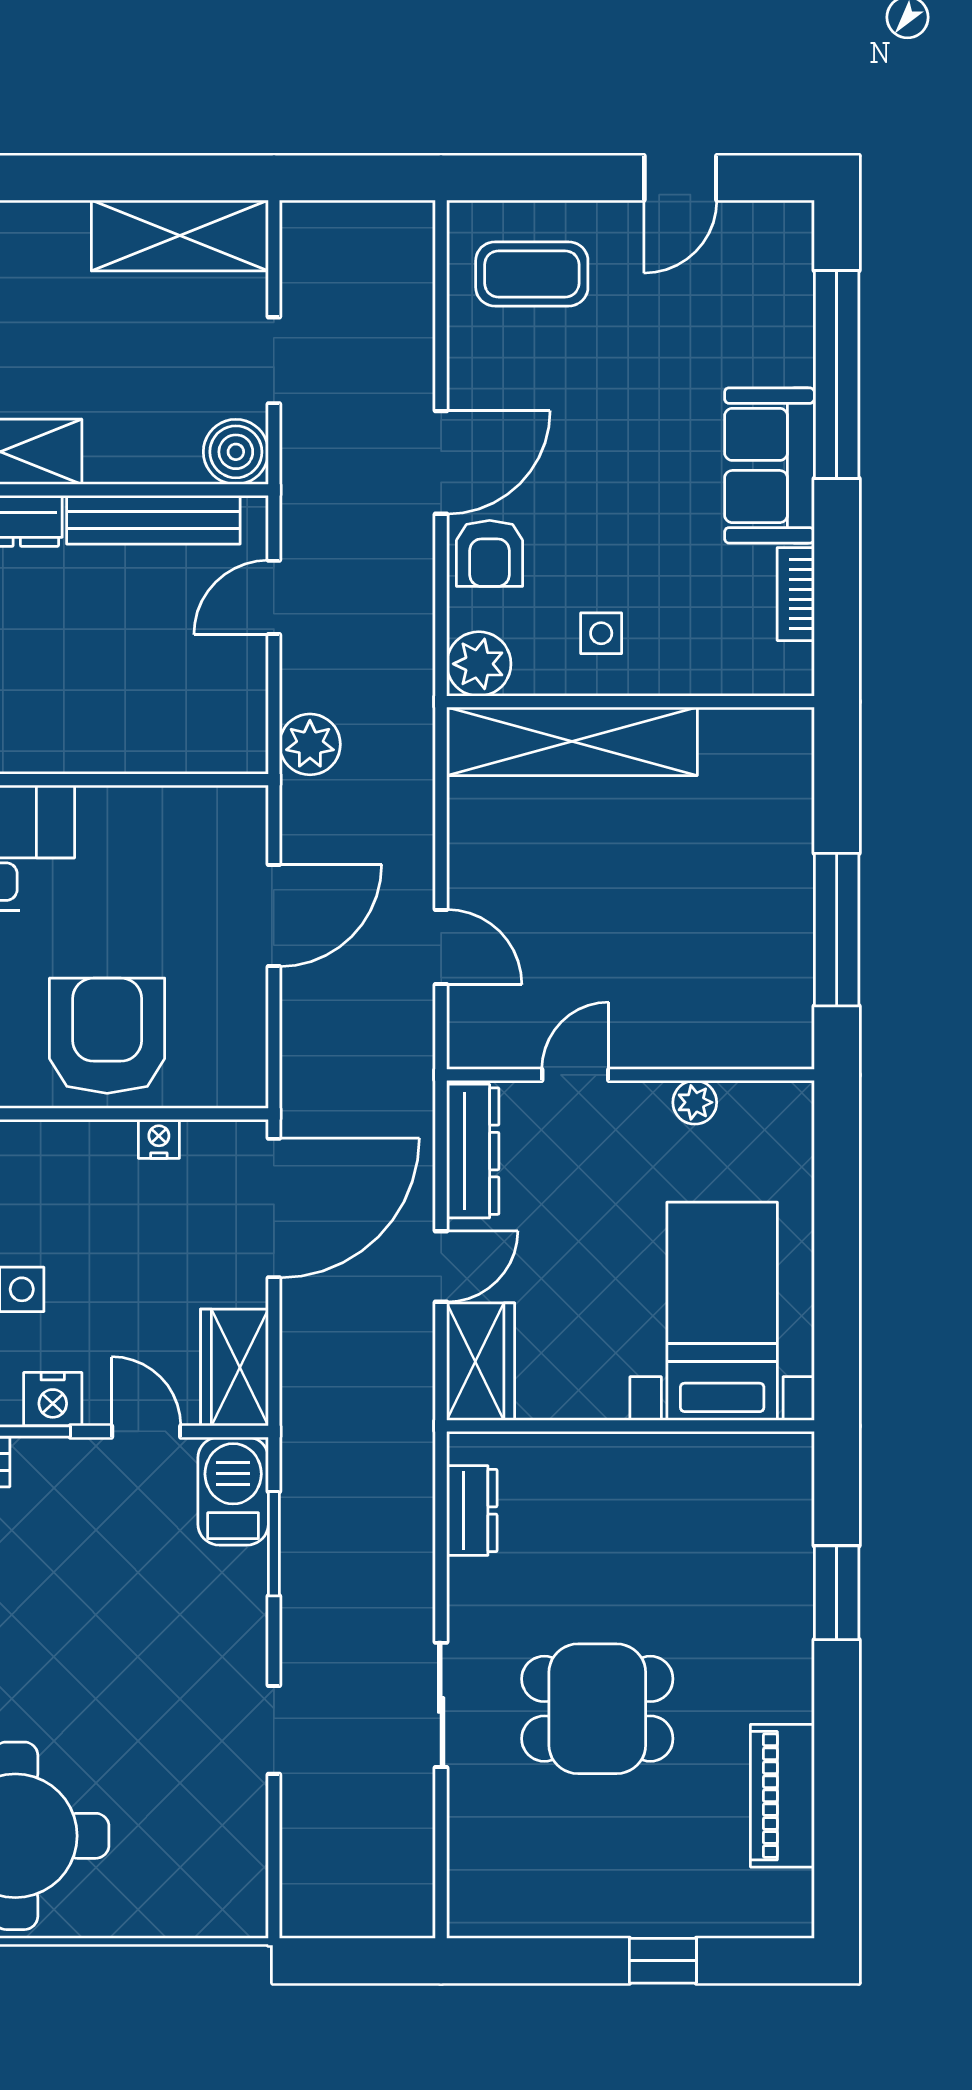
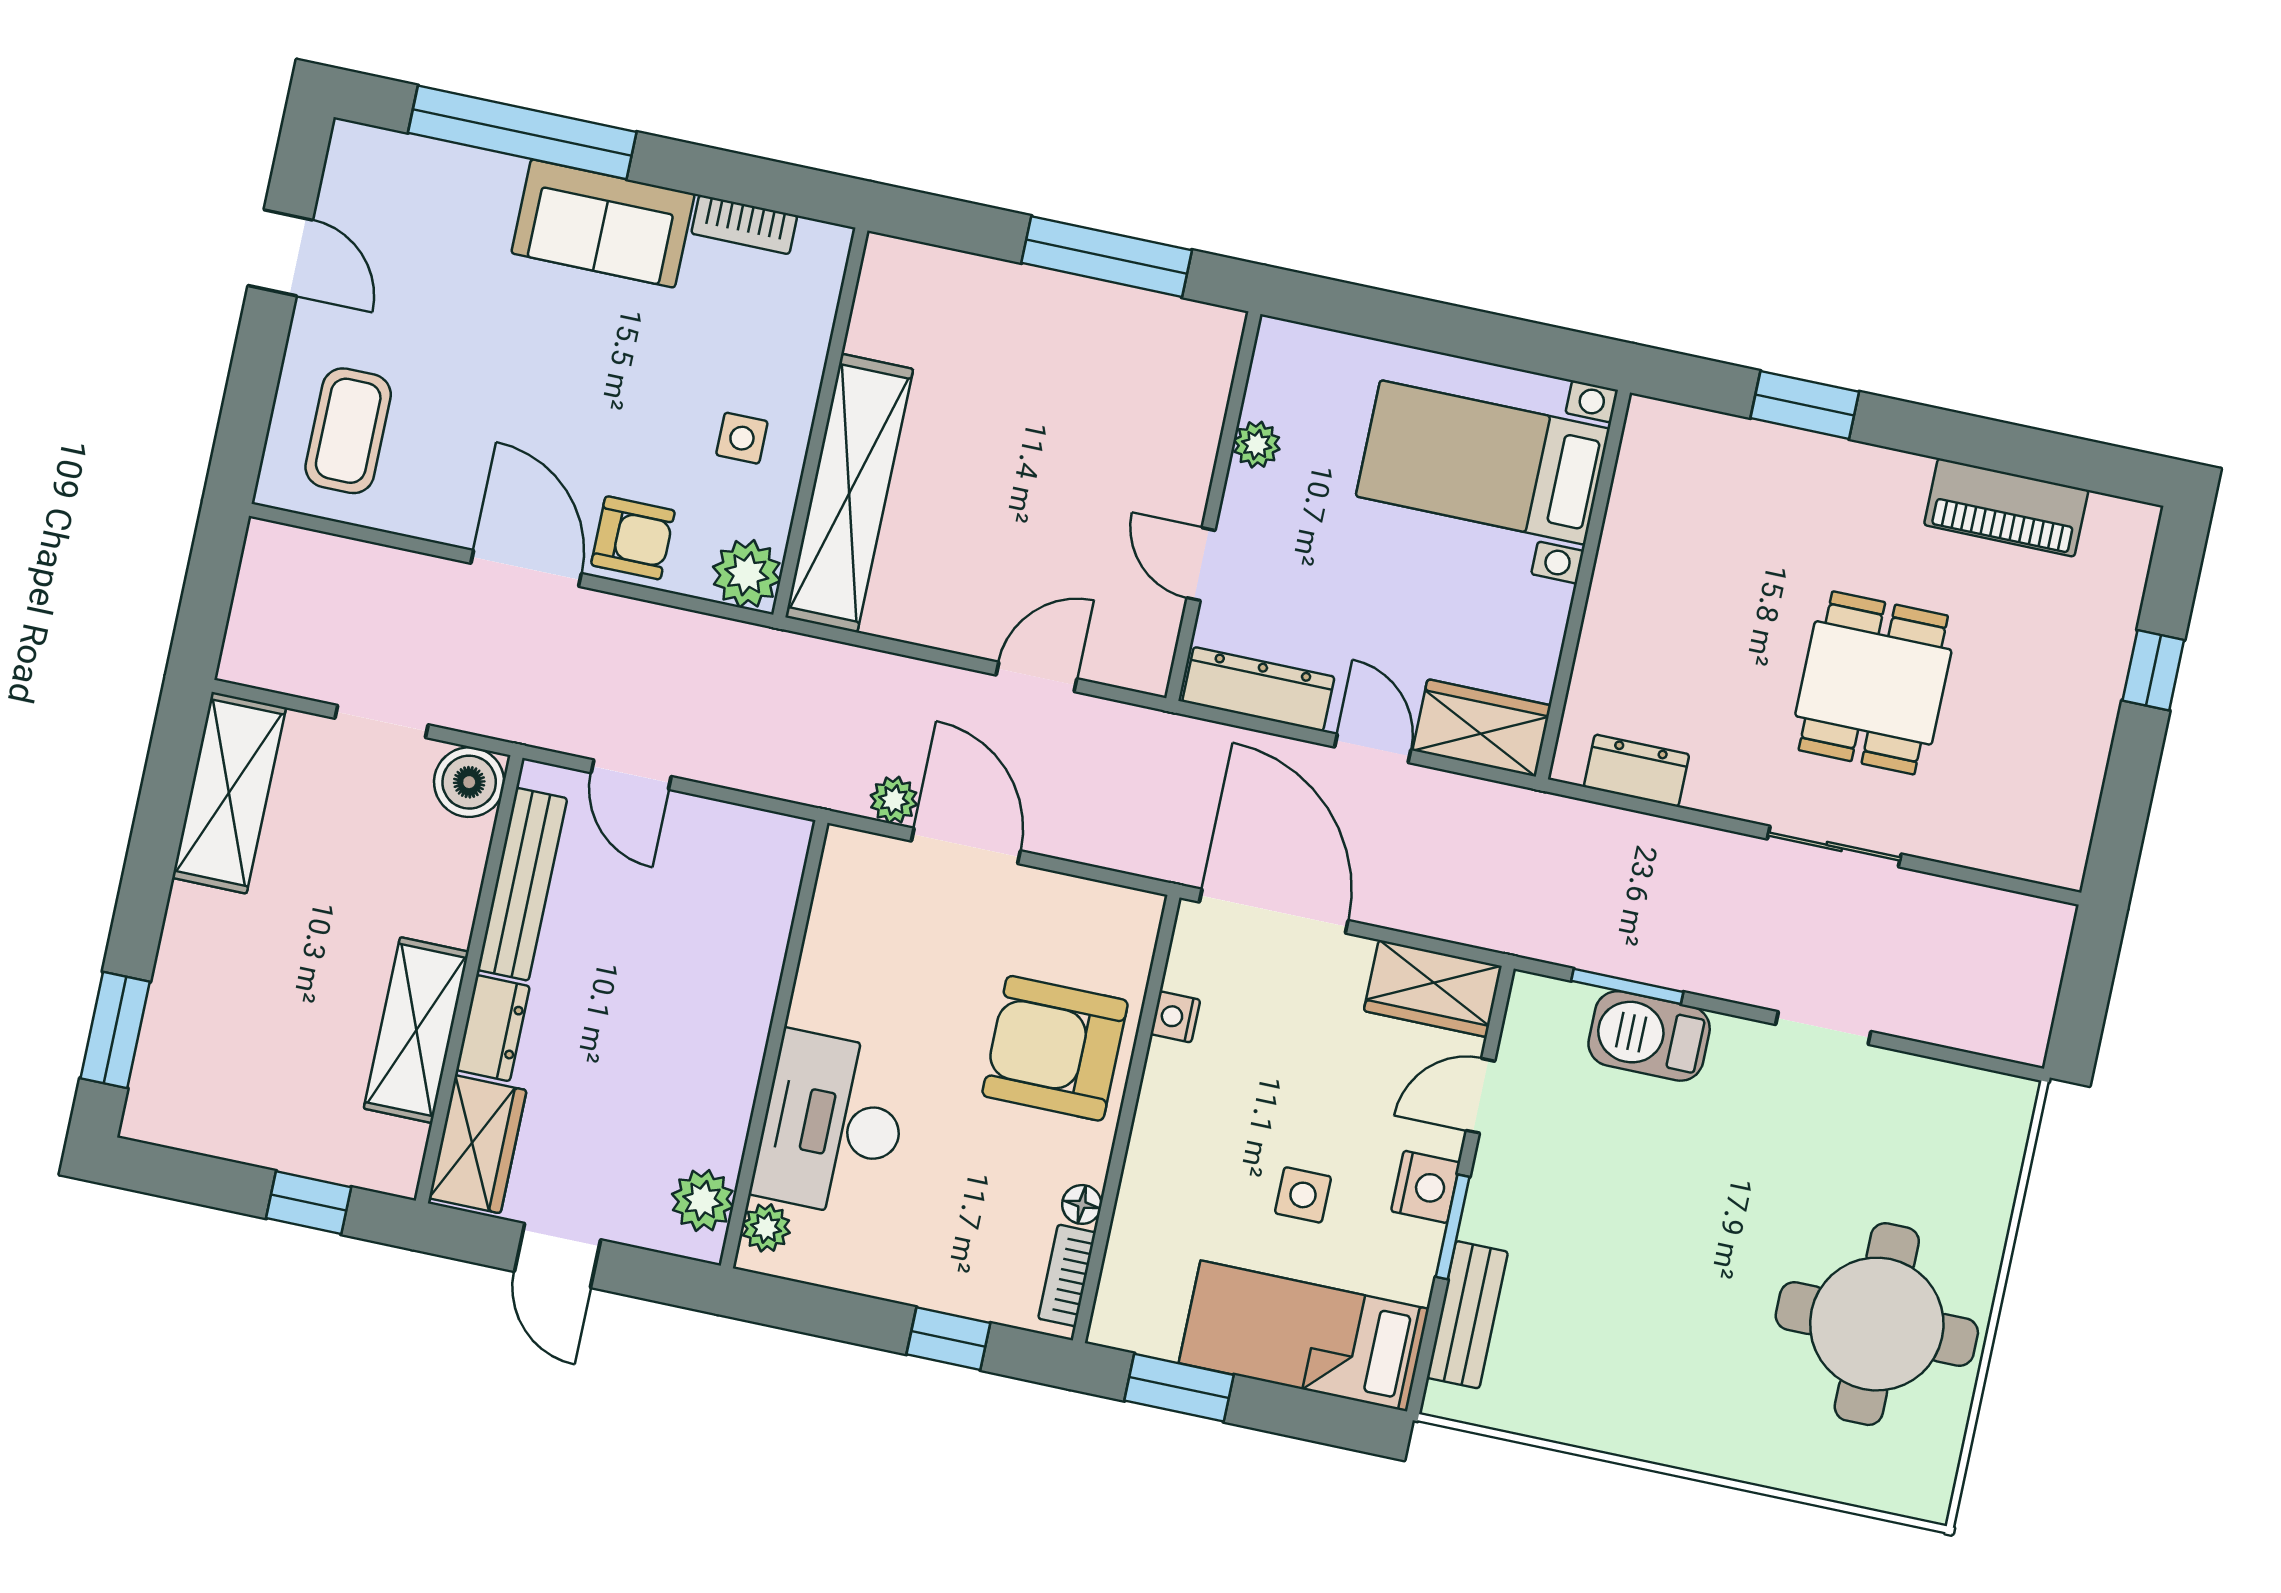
plant: (310, 744) -> (894, 800), moved, width x0.73, depth x0.73
barbecue: (233, 1491) -> (1649, 1036), moved

